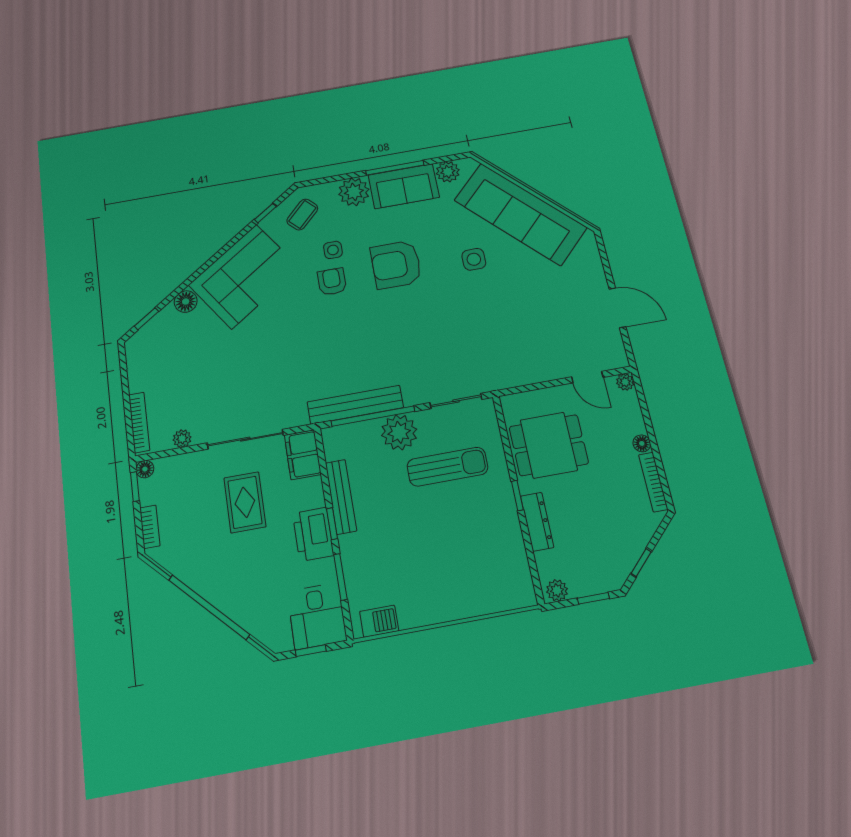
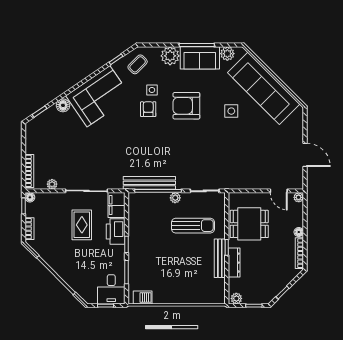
plant: (399, 432) -> (175, 198), width x0.53, depth x0.53
bench: (341, 497) -> (220, 258), moved
printer: (313, 534) -> (116, 231), moved

